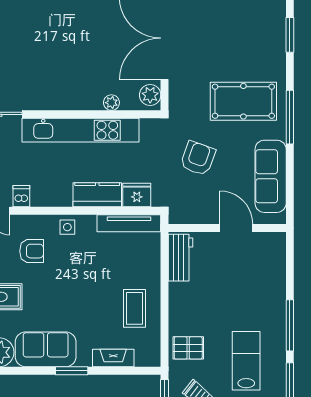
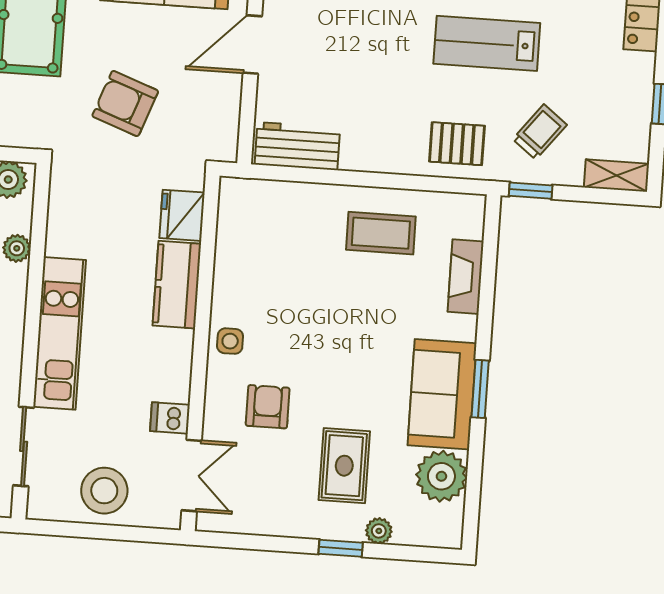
kitchen unit: (80, 130) -> (60, 333), width x0.73
tv unit: (129, 223) -> (231, 232), removed
pallet: (188, 348) -> (457, 144), turned 90
window: (72, 371) -> (480, 389), moved

